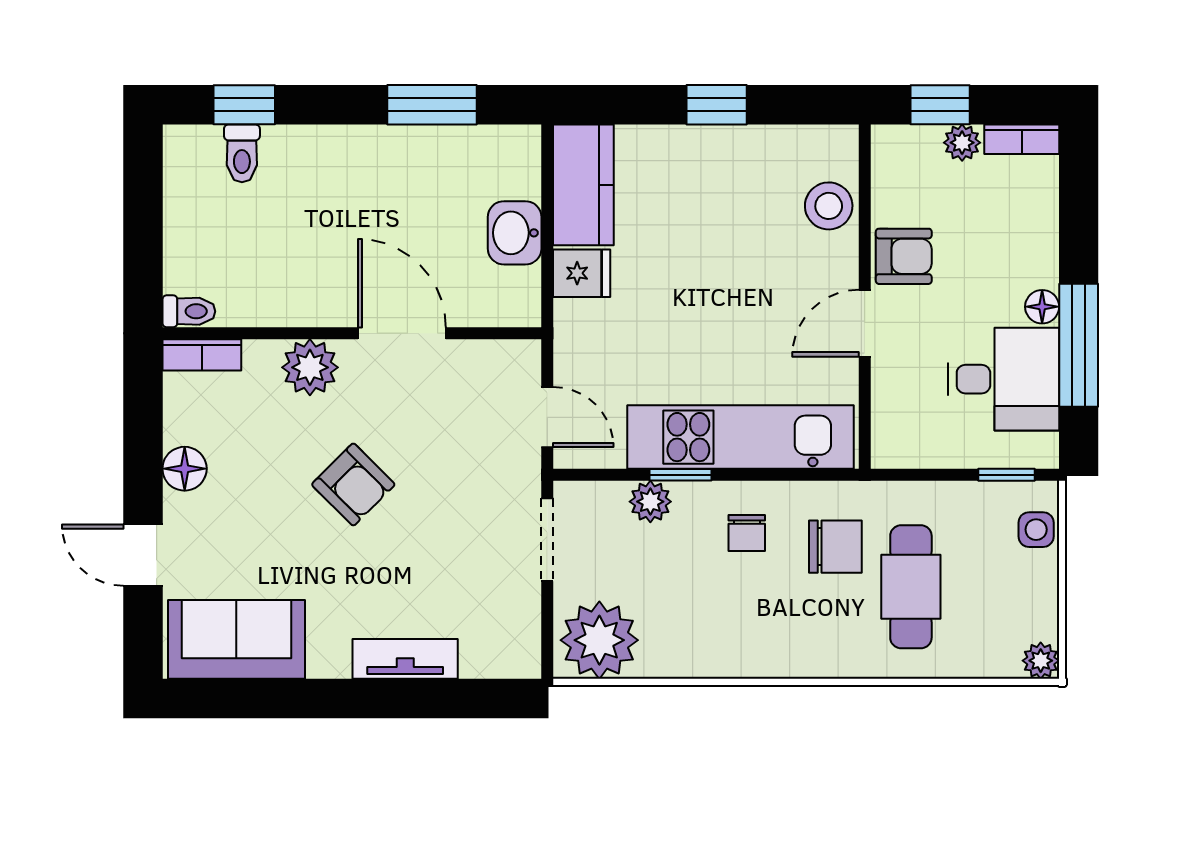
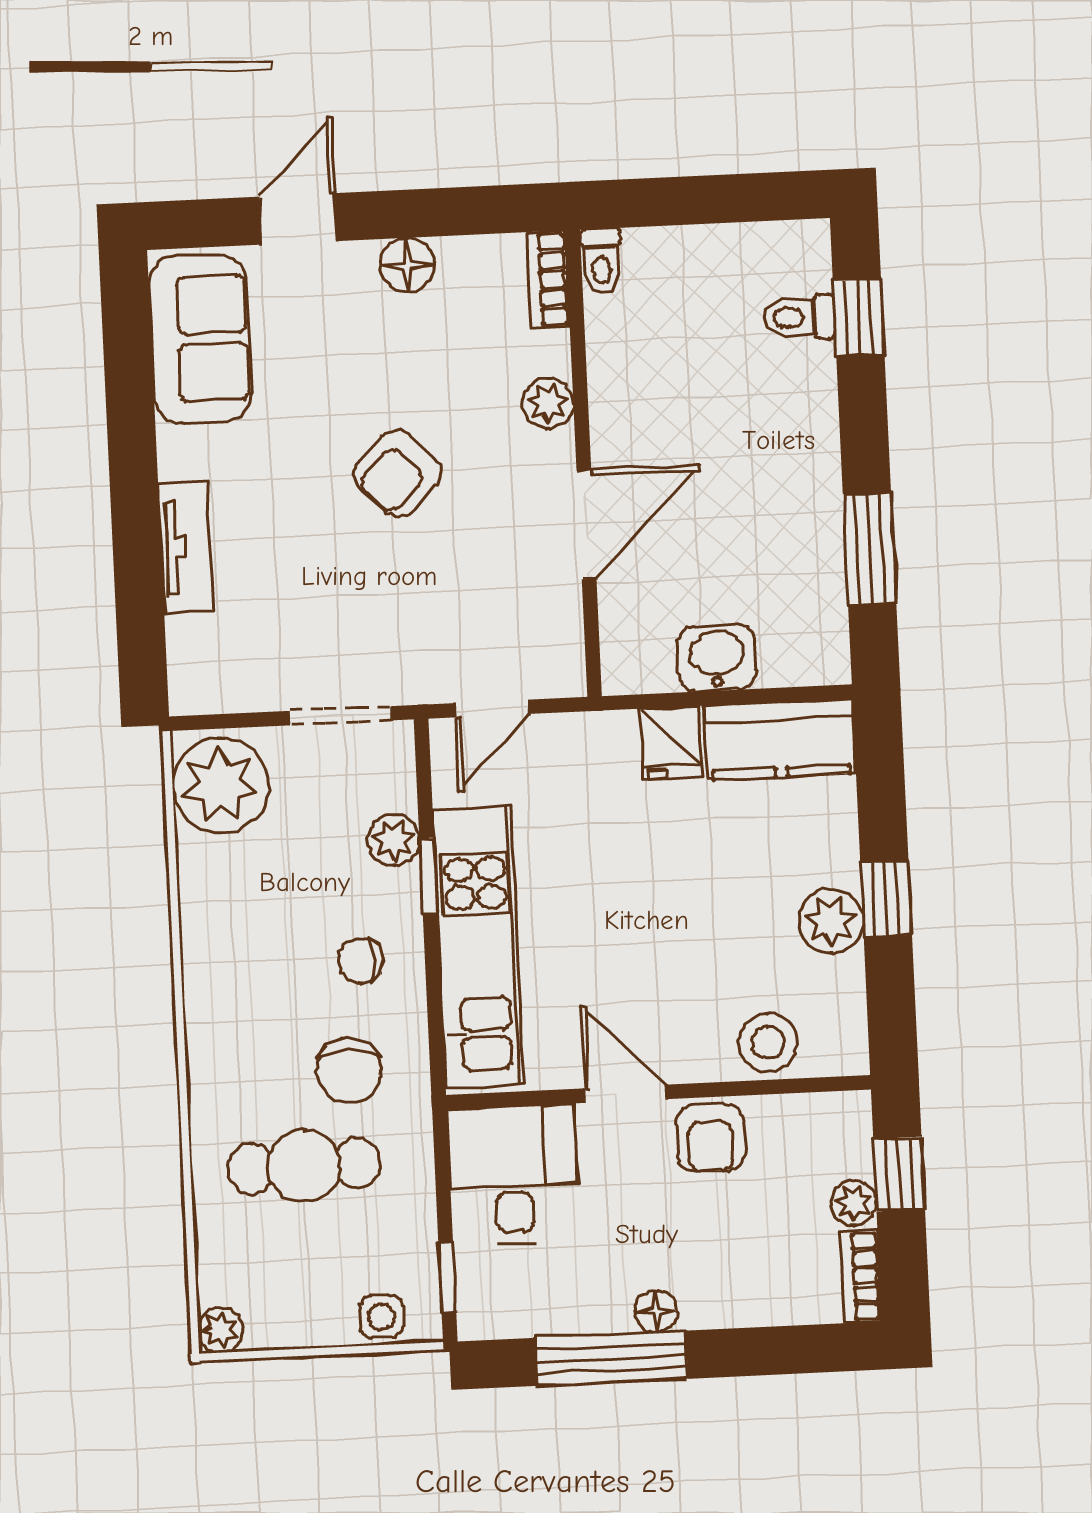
plant: (733, 150) -> (831, 921), added
plant: (310, 367) -> (548, 404), width x0.73, depth x0.73
desk: (1003, 379) -> (513, 1175), moved, turned 180

